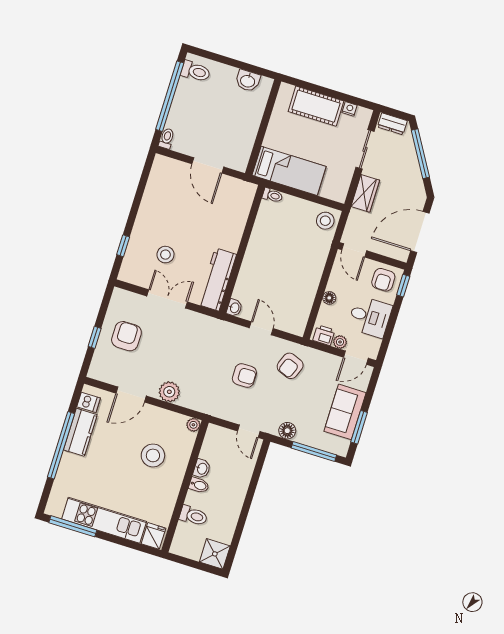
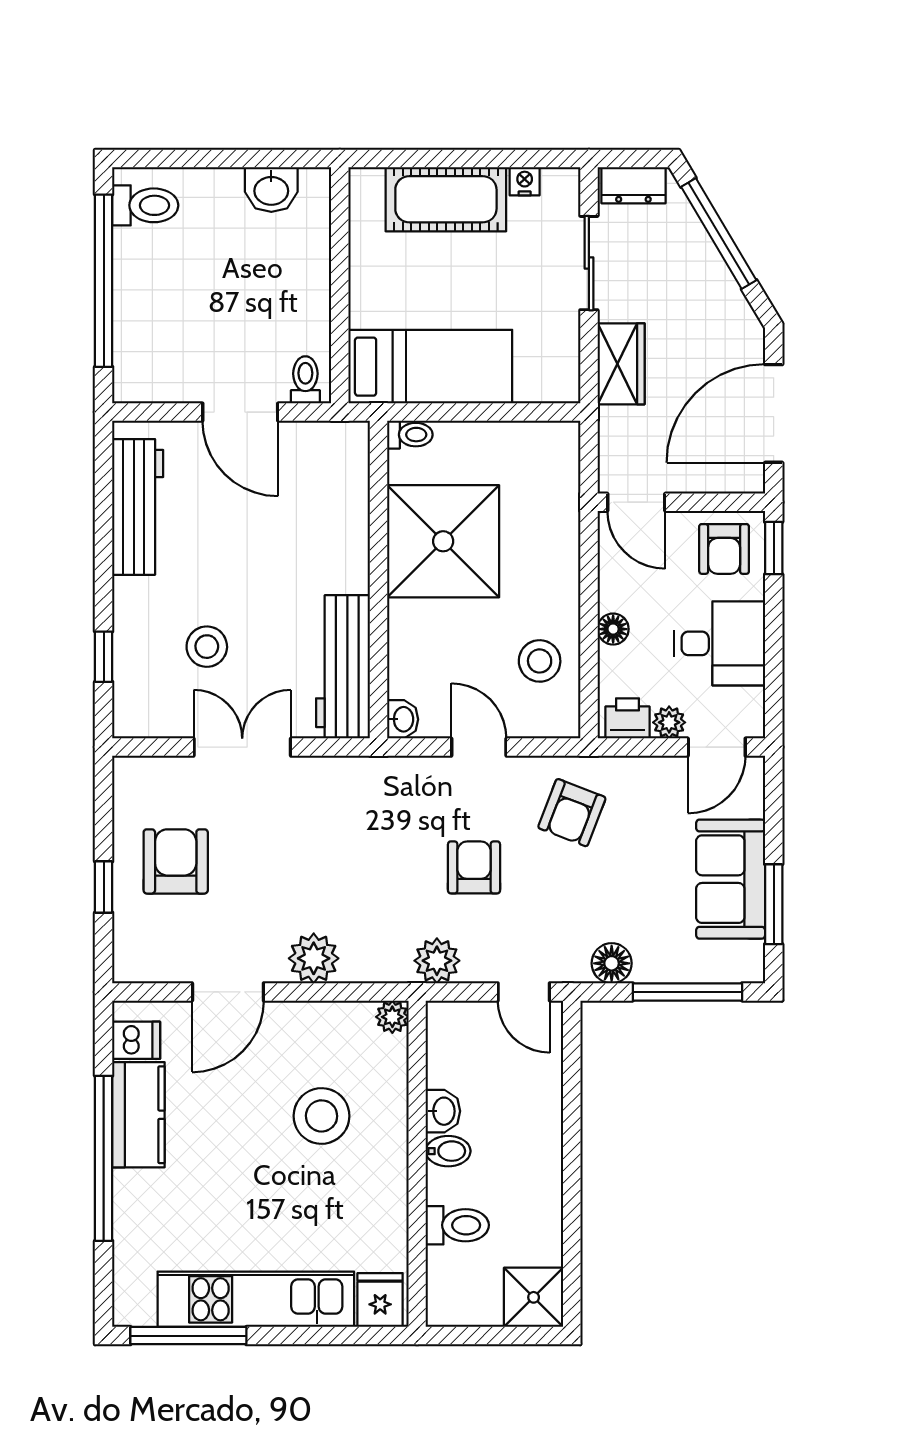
toilet: (167, 139) -> (305, 380), moved
workbench: (155, 190) -> (138, 507), added
stool: (325, 221) -> (540, 661), moved
shower: (273, 242) -> (443, 541), added
armchair: (244, 375) -> (474, 867), turned -90
plant: (218, 408) -> (437, 961), added

